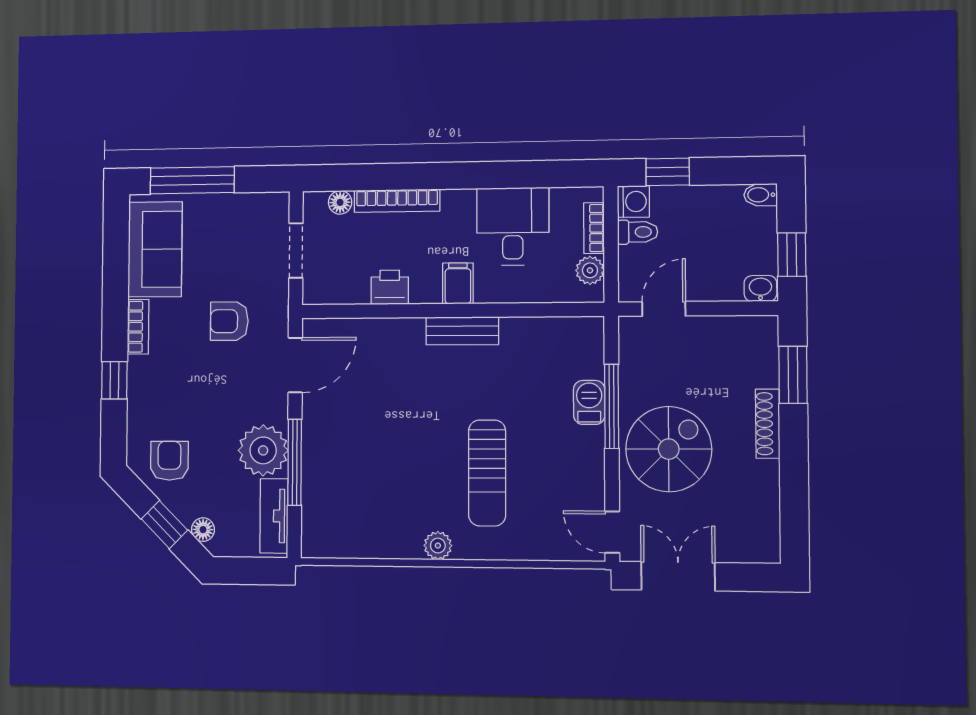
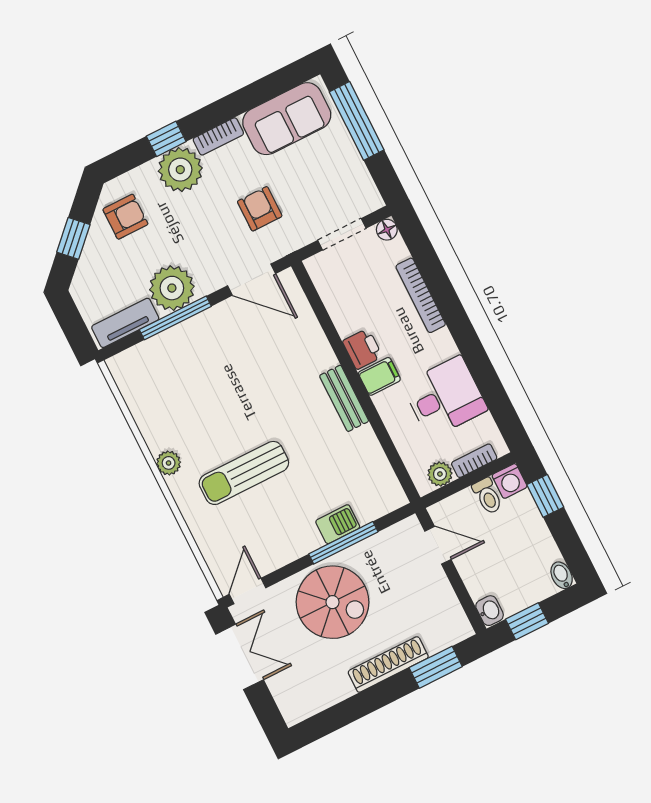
floor lamp: (340, 202) -> (387, 230), moved
printer: (390, 287) -> (362, 349), moved
plant: (151, 382) -> (180, 170), added
shoe rack: (768, 424) -> (388, 664), width x1.36, depth x1.24
floor lamp: (203, 530) -> (85, 272), removed

